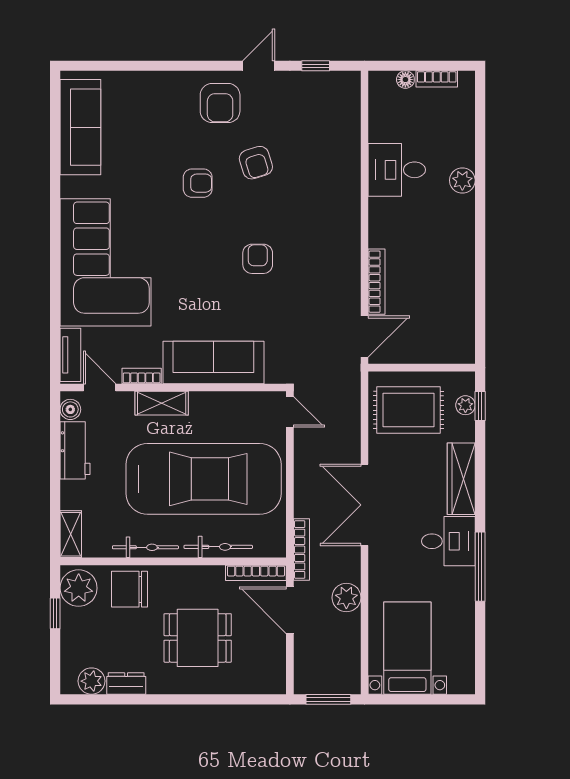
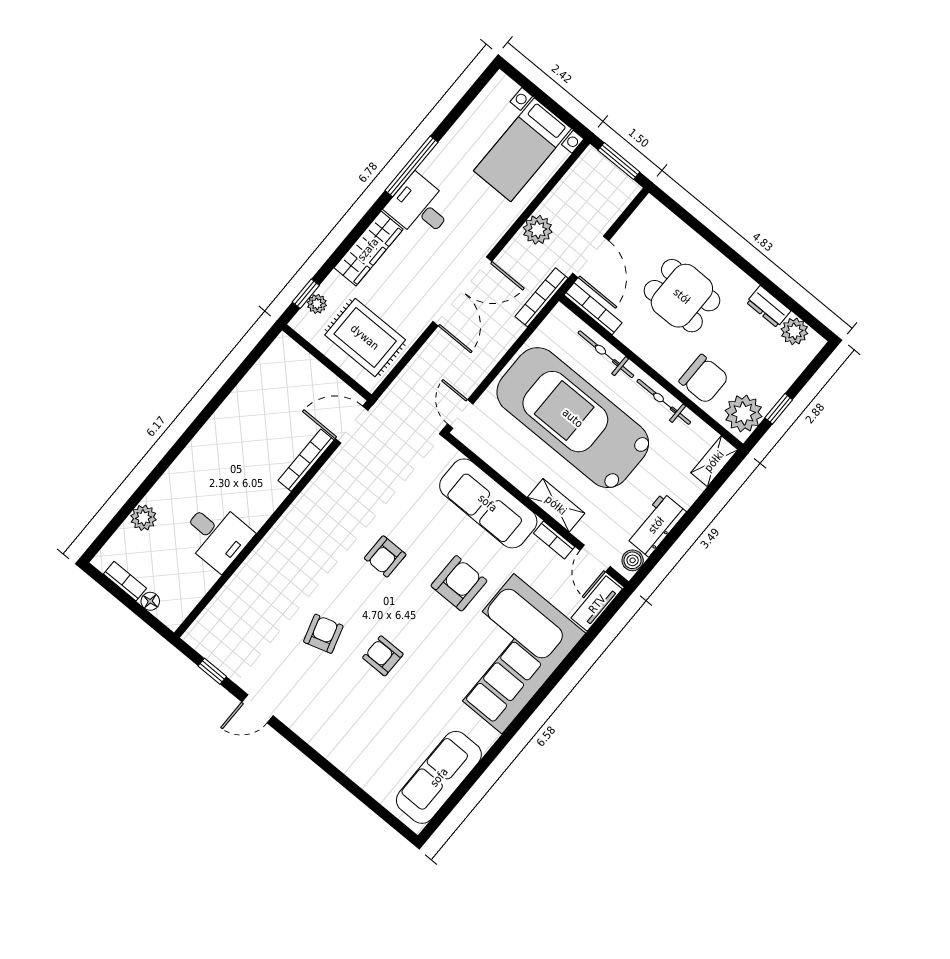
armchair: (220, 103) -> (459, 583), moved
plant: (462, 180) -> (143, 518), moved

